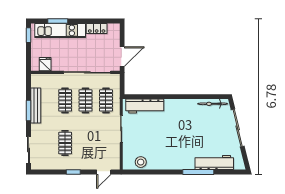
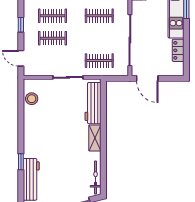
clothes rail: (86, 100) -> (53, 38), moved
shelving: (177, 104) -> (95, 138), added
window: (198, 172) -> (21, 162), width x0.46

